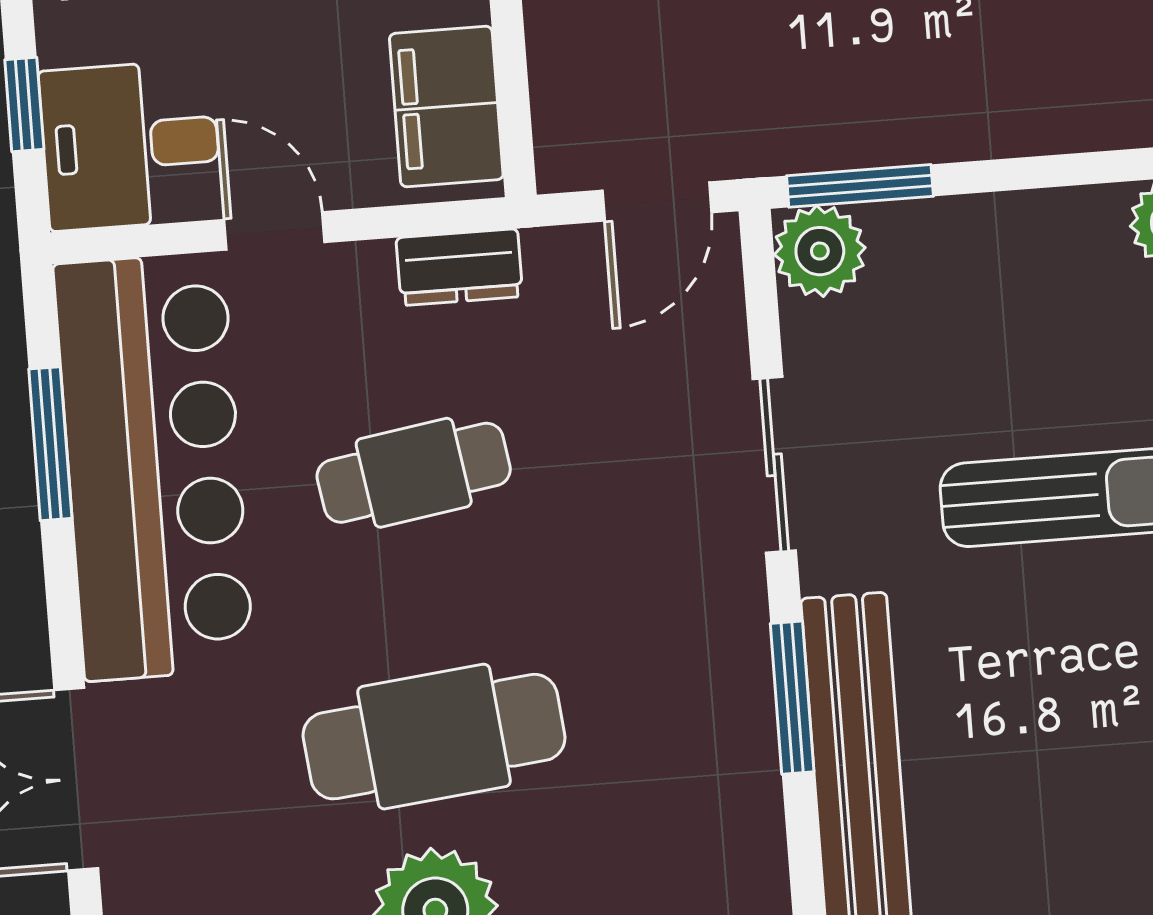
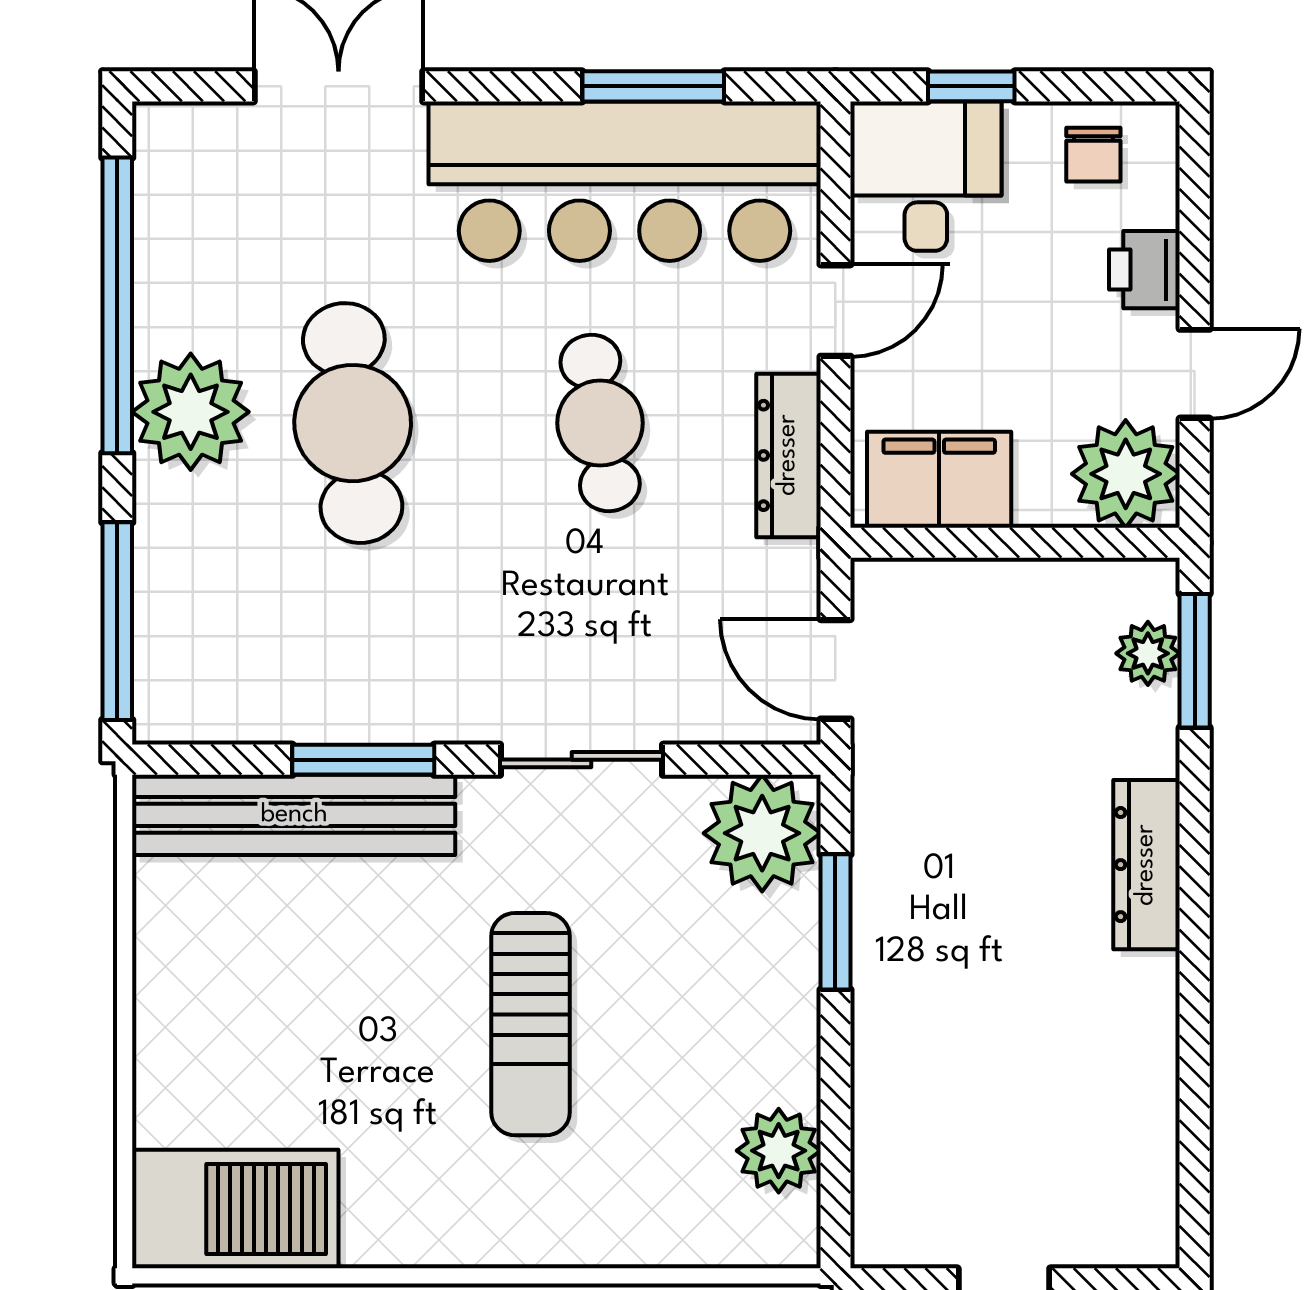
window: (860, 186) -> (835, 922), moved
plant: (820, 251) -> (762, 833), width x1.36, depth x1.36
dresser: (459, 267) -> (788, 455), width x1.44

